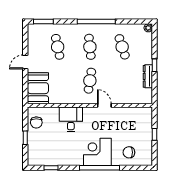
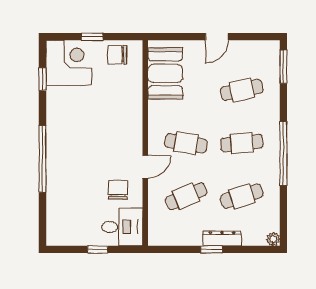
door: (25, 62) -> (217, 37), swing flipped
dresser: (148, 76) -> (222, 238), moved
cafe table: (122, 81) -> (186, 196), added
booth: (38, 88) -> (165, 73), moved, turned 90
desk: (71, 119) -> (122, 227), moved
corner desk: (97, 152) -> (69, 63), moved
chair: (129, 152) -> (118, 190), moved

